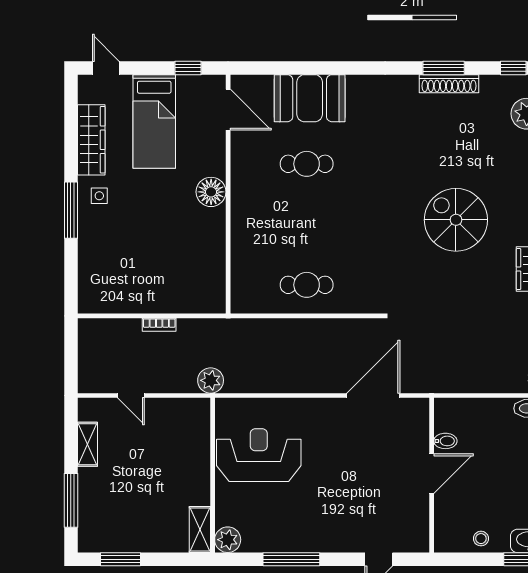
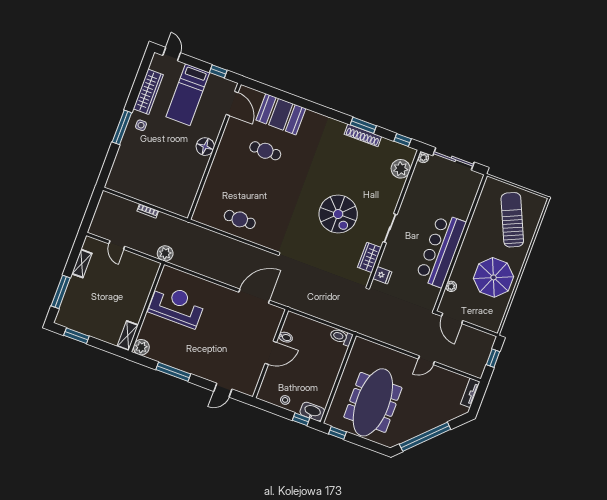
spiral stairs: (456, 220) -> (338, 214), turned 180

